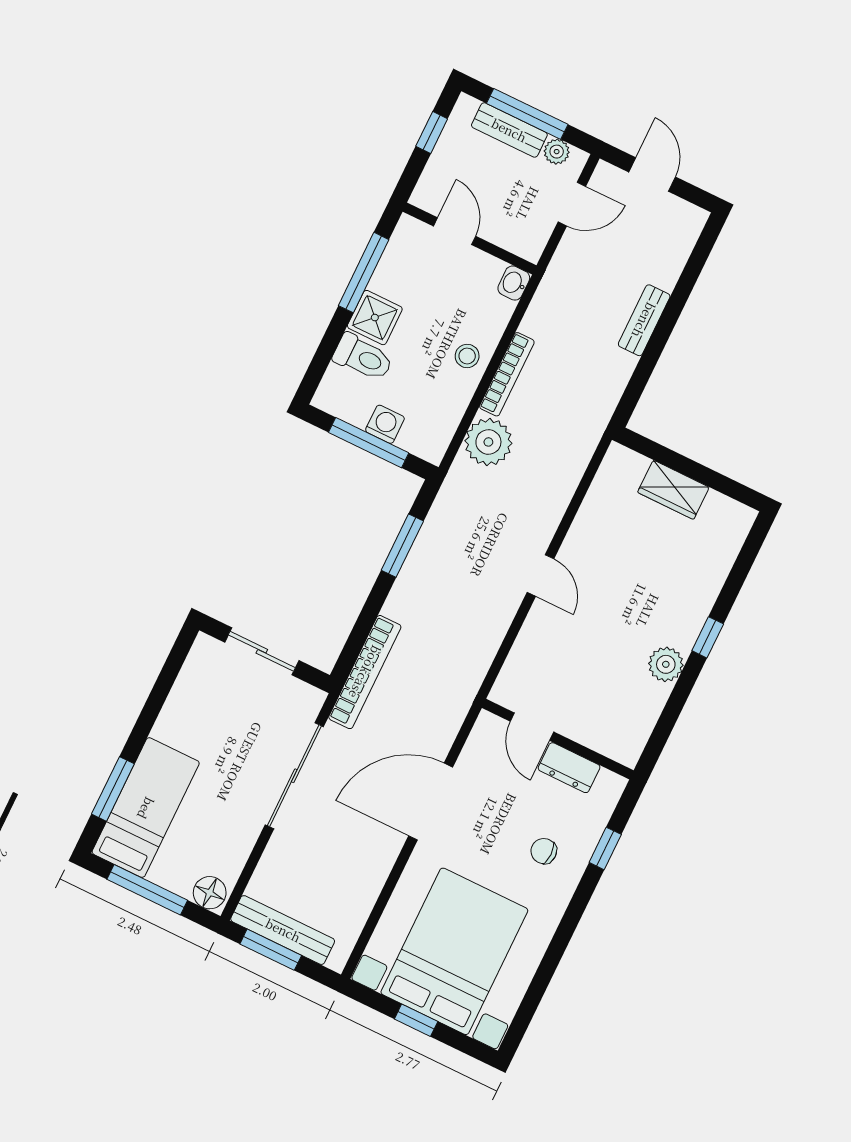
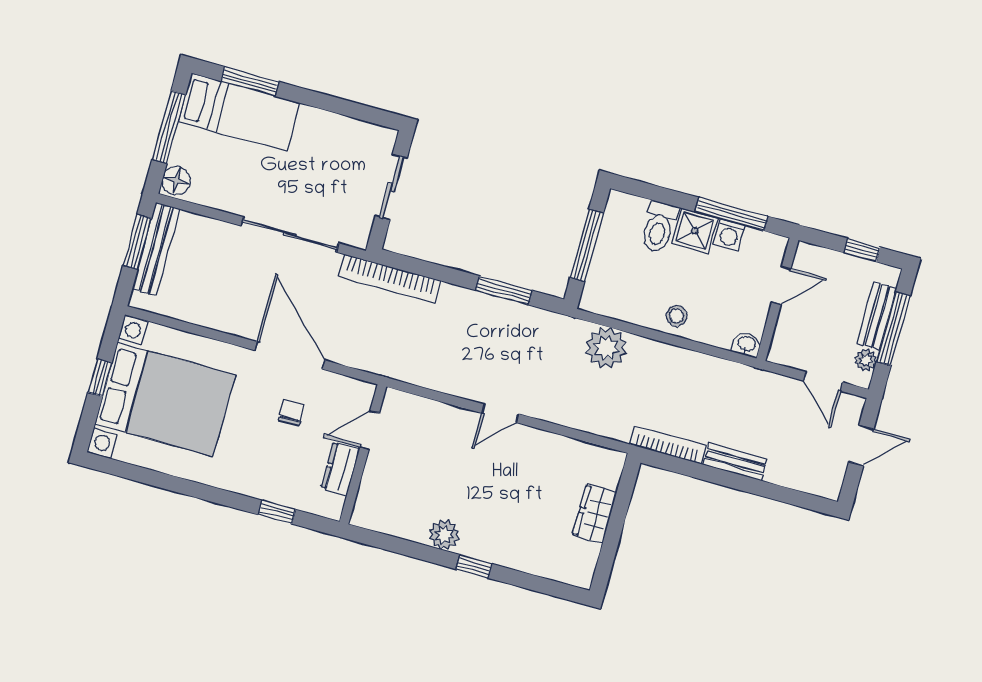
bookcase: (507, 374) -> (668, 445), moved, turned 180
washing machine: (385, 424) -> (729, 235), moved, turned 90
chair: (544, 851) -> (291, 413), moved

